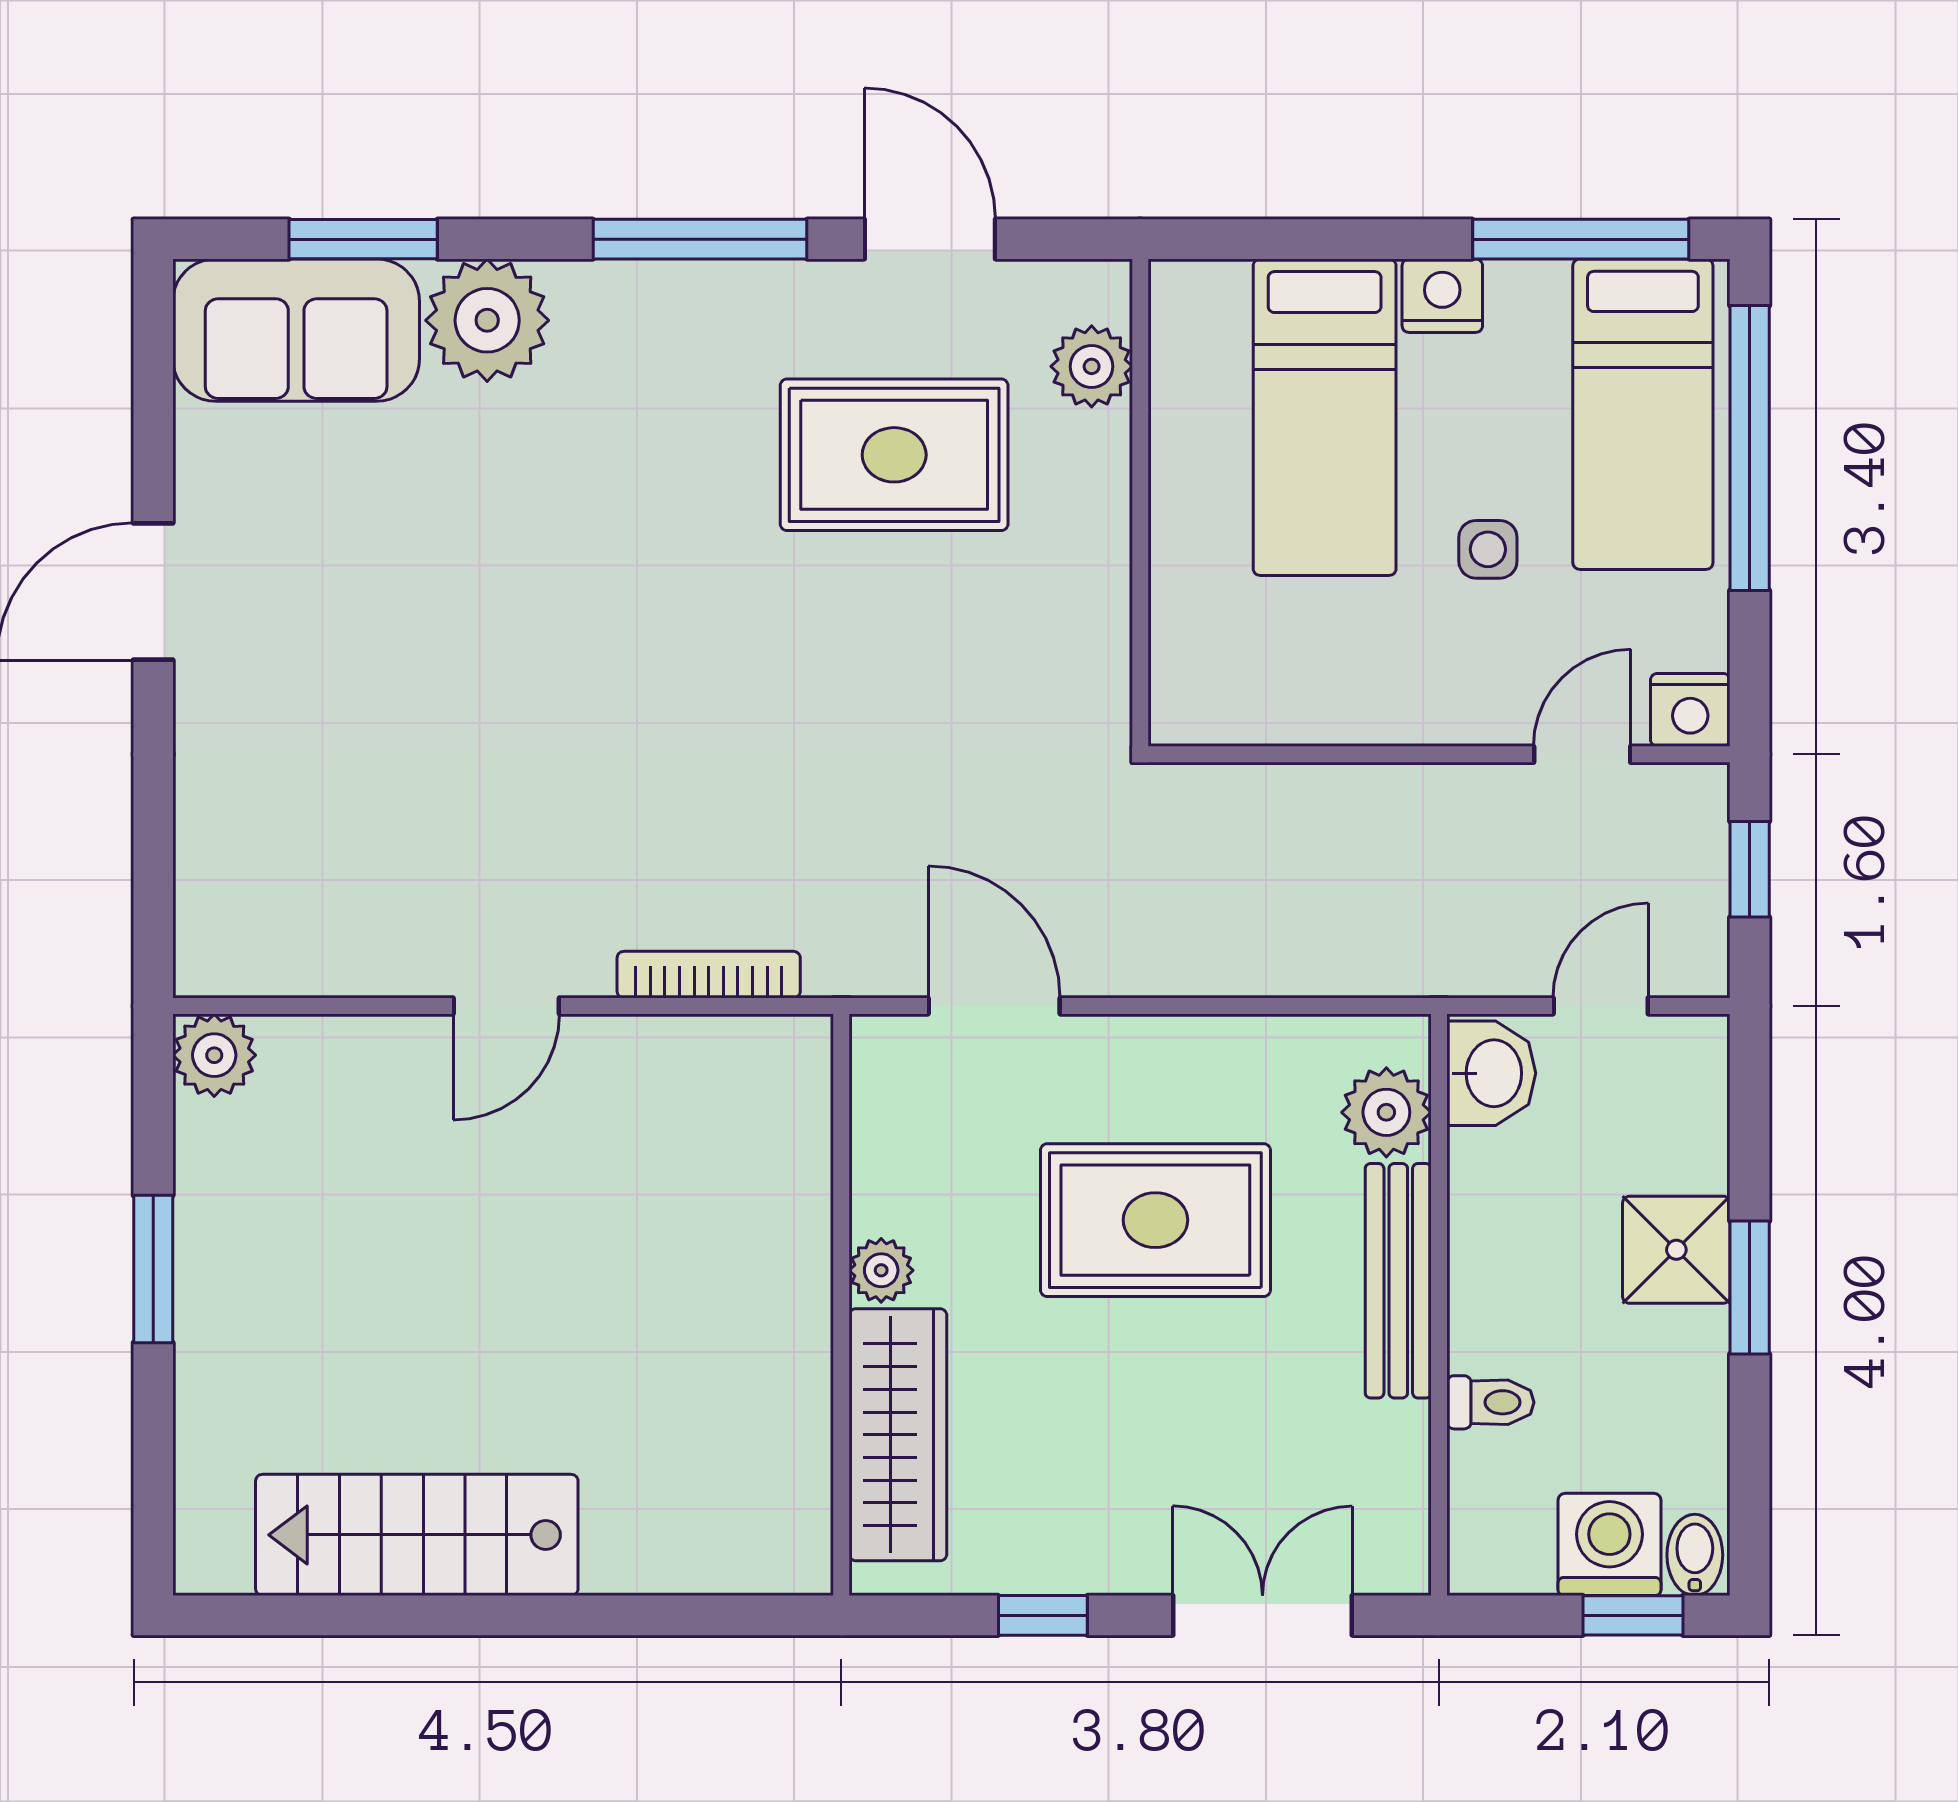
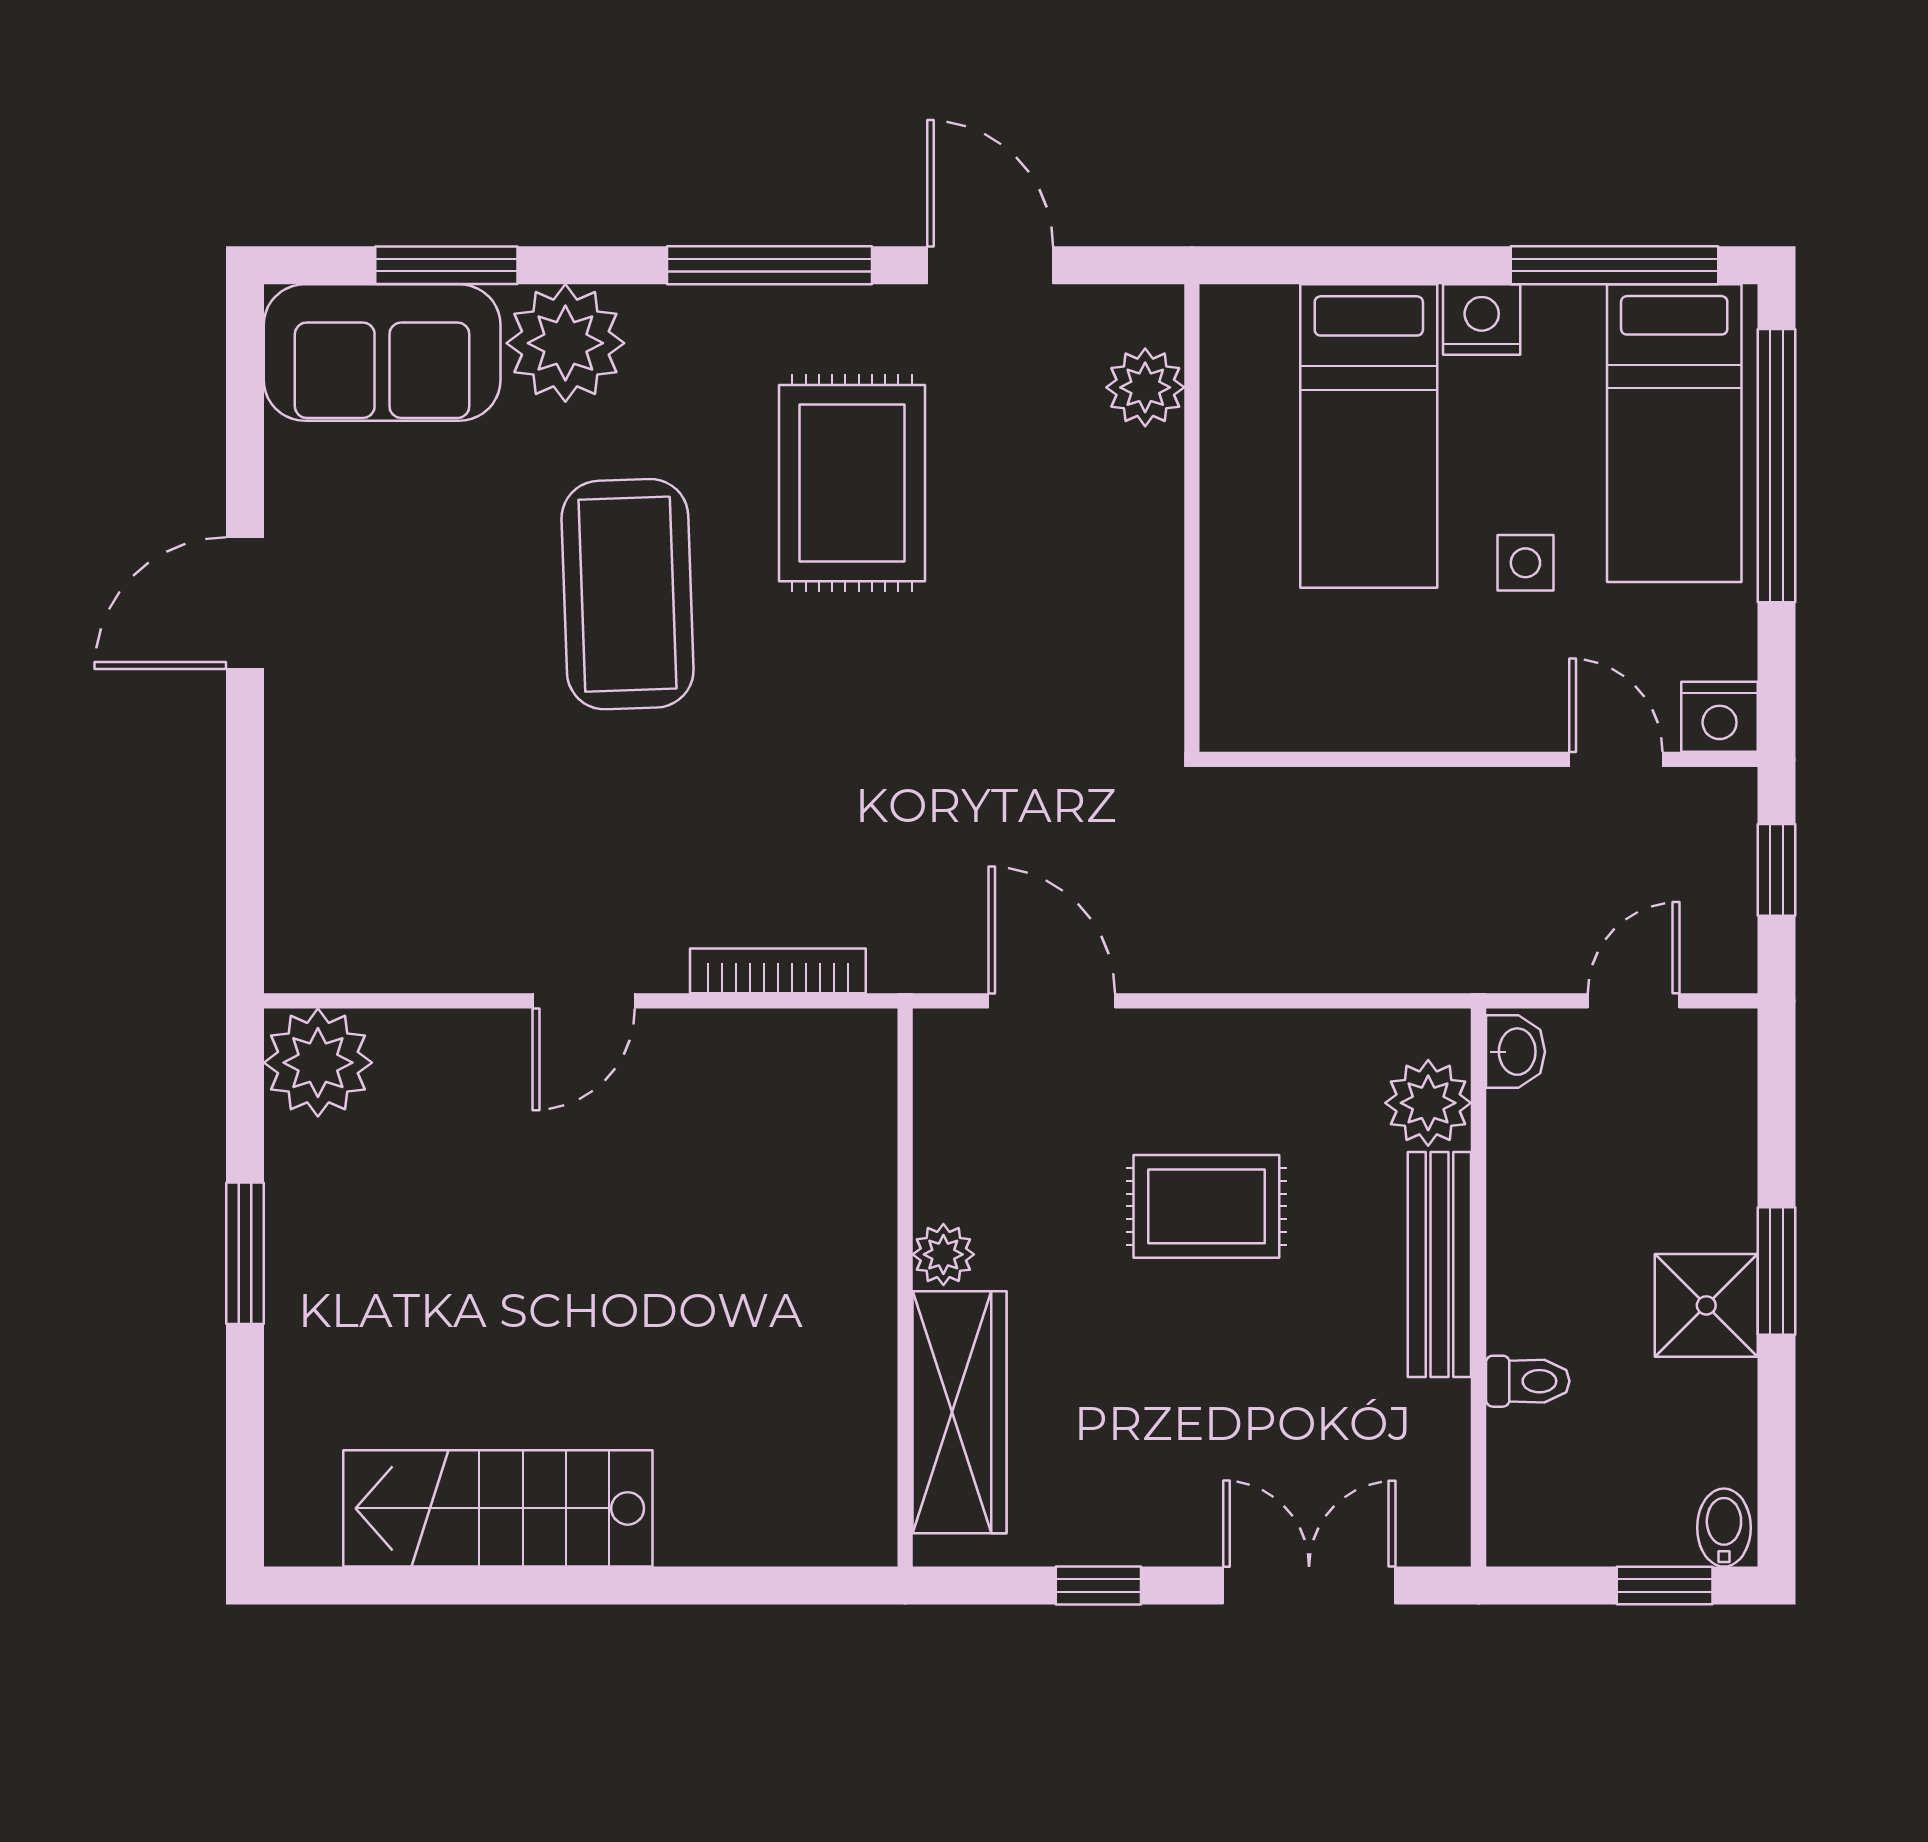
rug: (894, 455) -> (852, 483), moved, turned 90
coffee table: (552, 582) -> (628, 594), added
door: (1582, 754) -> (1616, 759), hinge flipped
plant: (214, 1055) -> (318, 1063), width x1.36, depth x1.36
washbasin: (1491, 1073) -> (1515, 1052), width x0.72, depth x0.69
rug: (1155, 1220) -> (1206, 1206), width x0.73, depth x0.70
shower: (1676, 1250) -> (1706, 1305), moved
washing machine: (1609, 1544) -> (1642, 1518), removed

